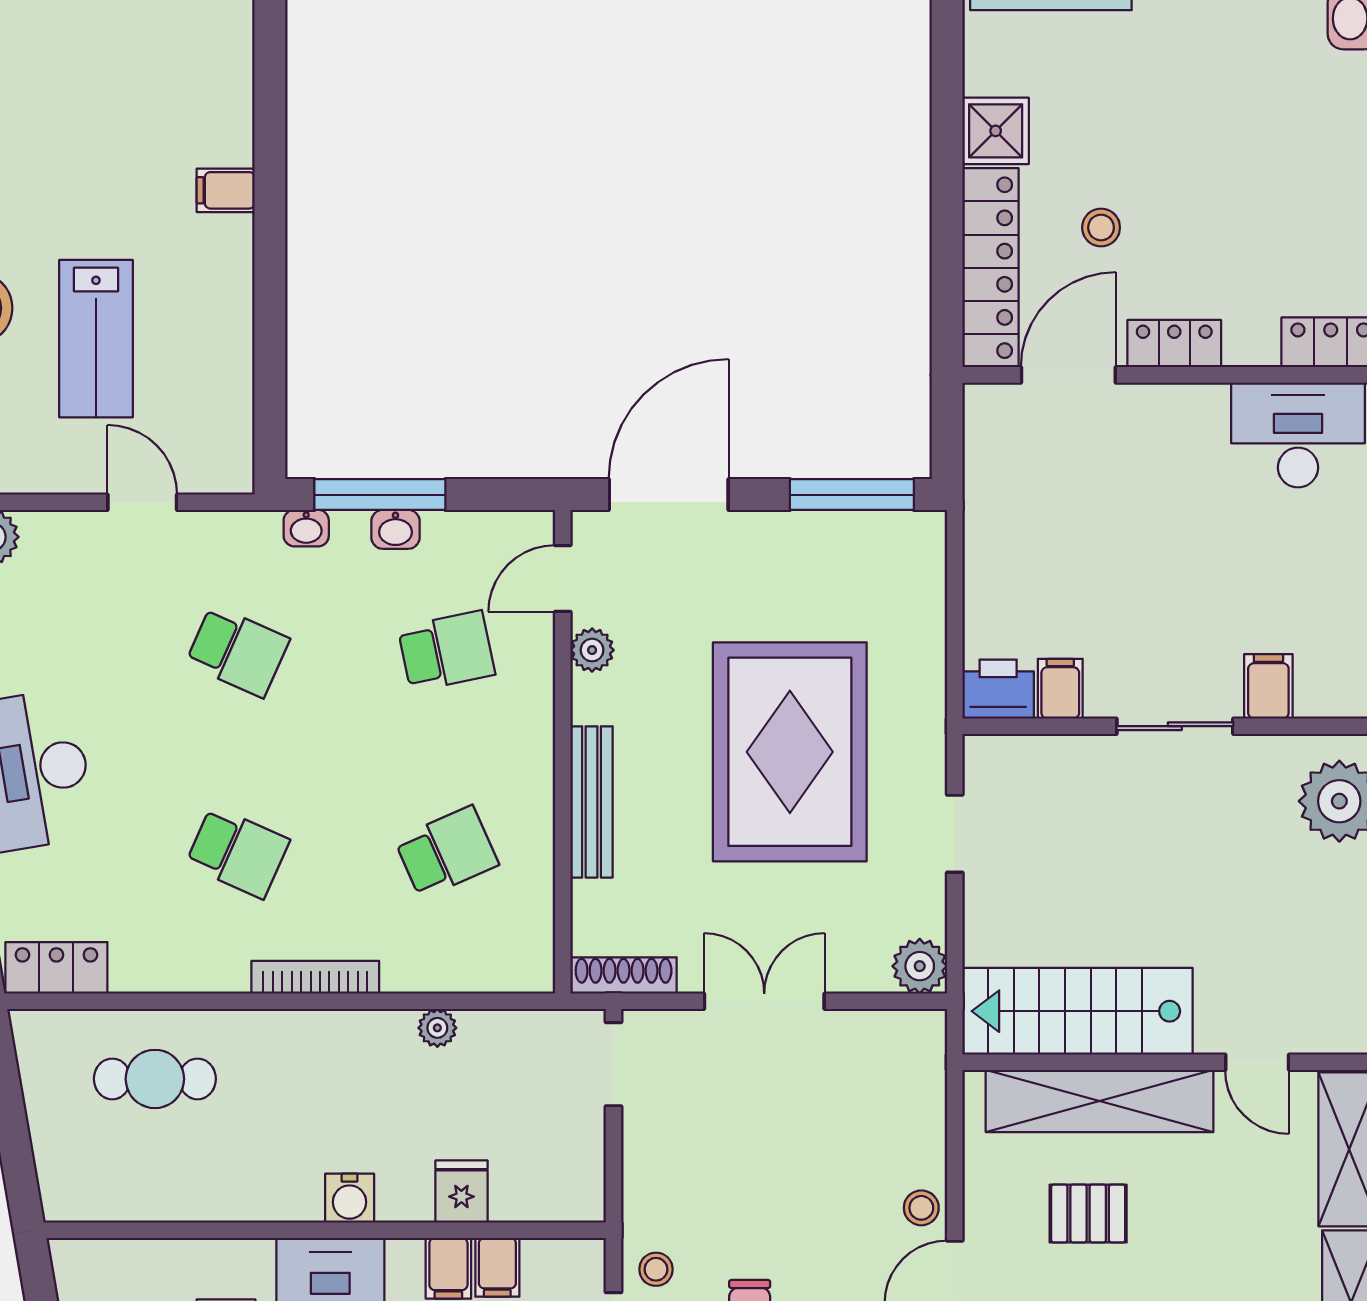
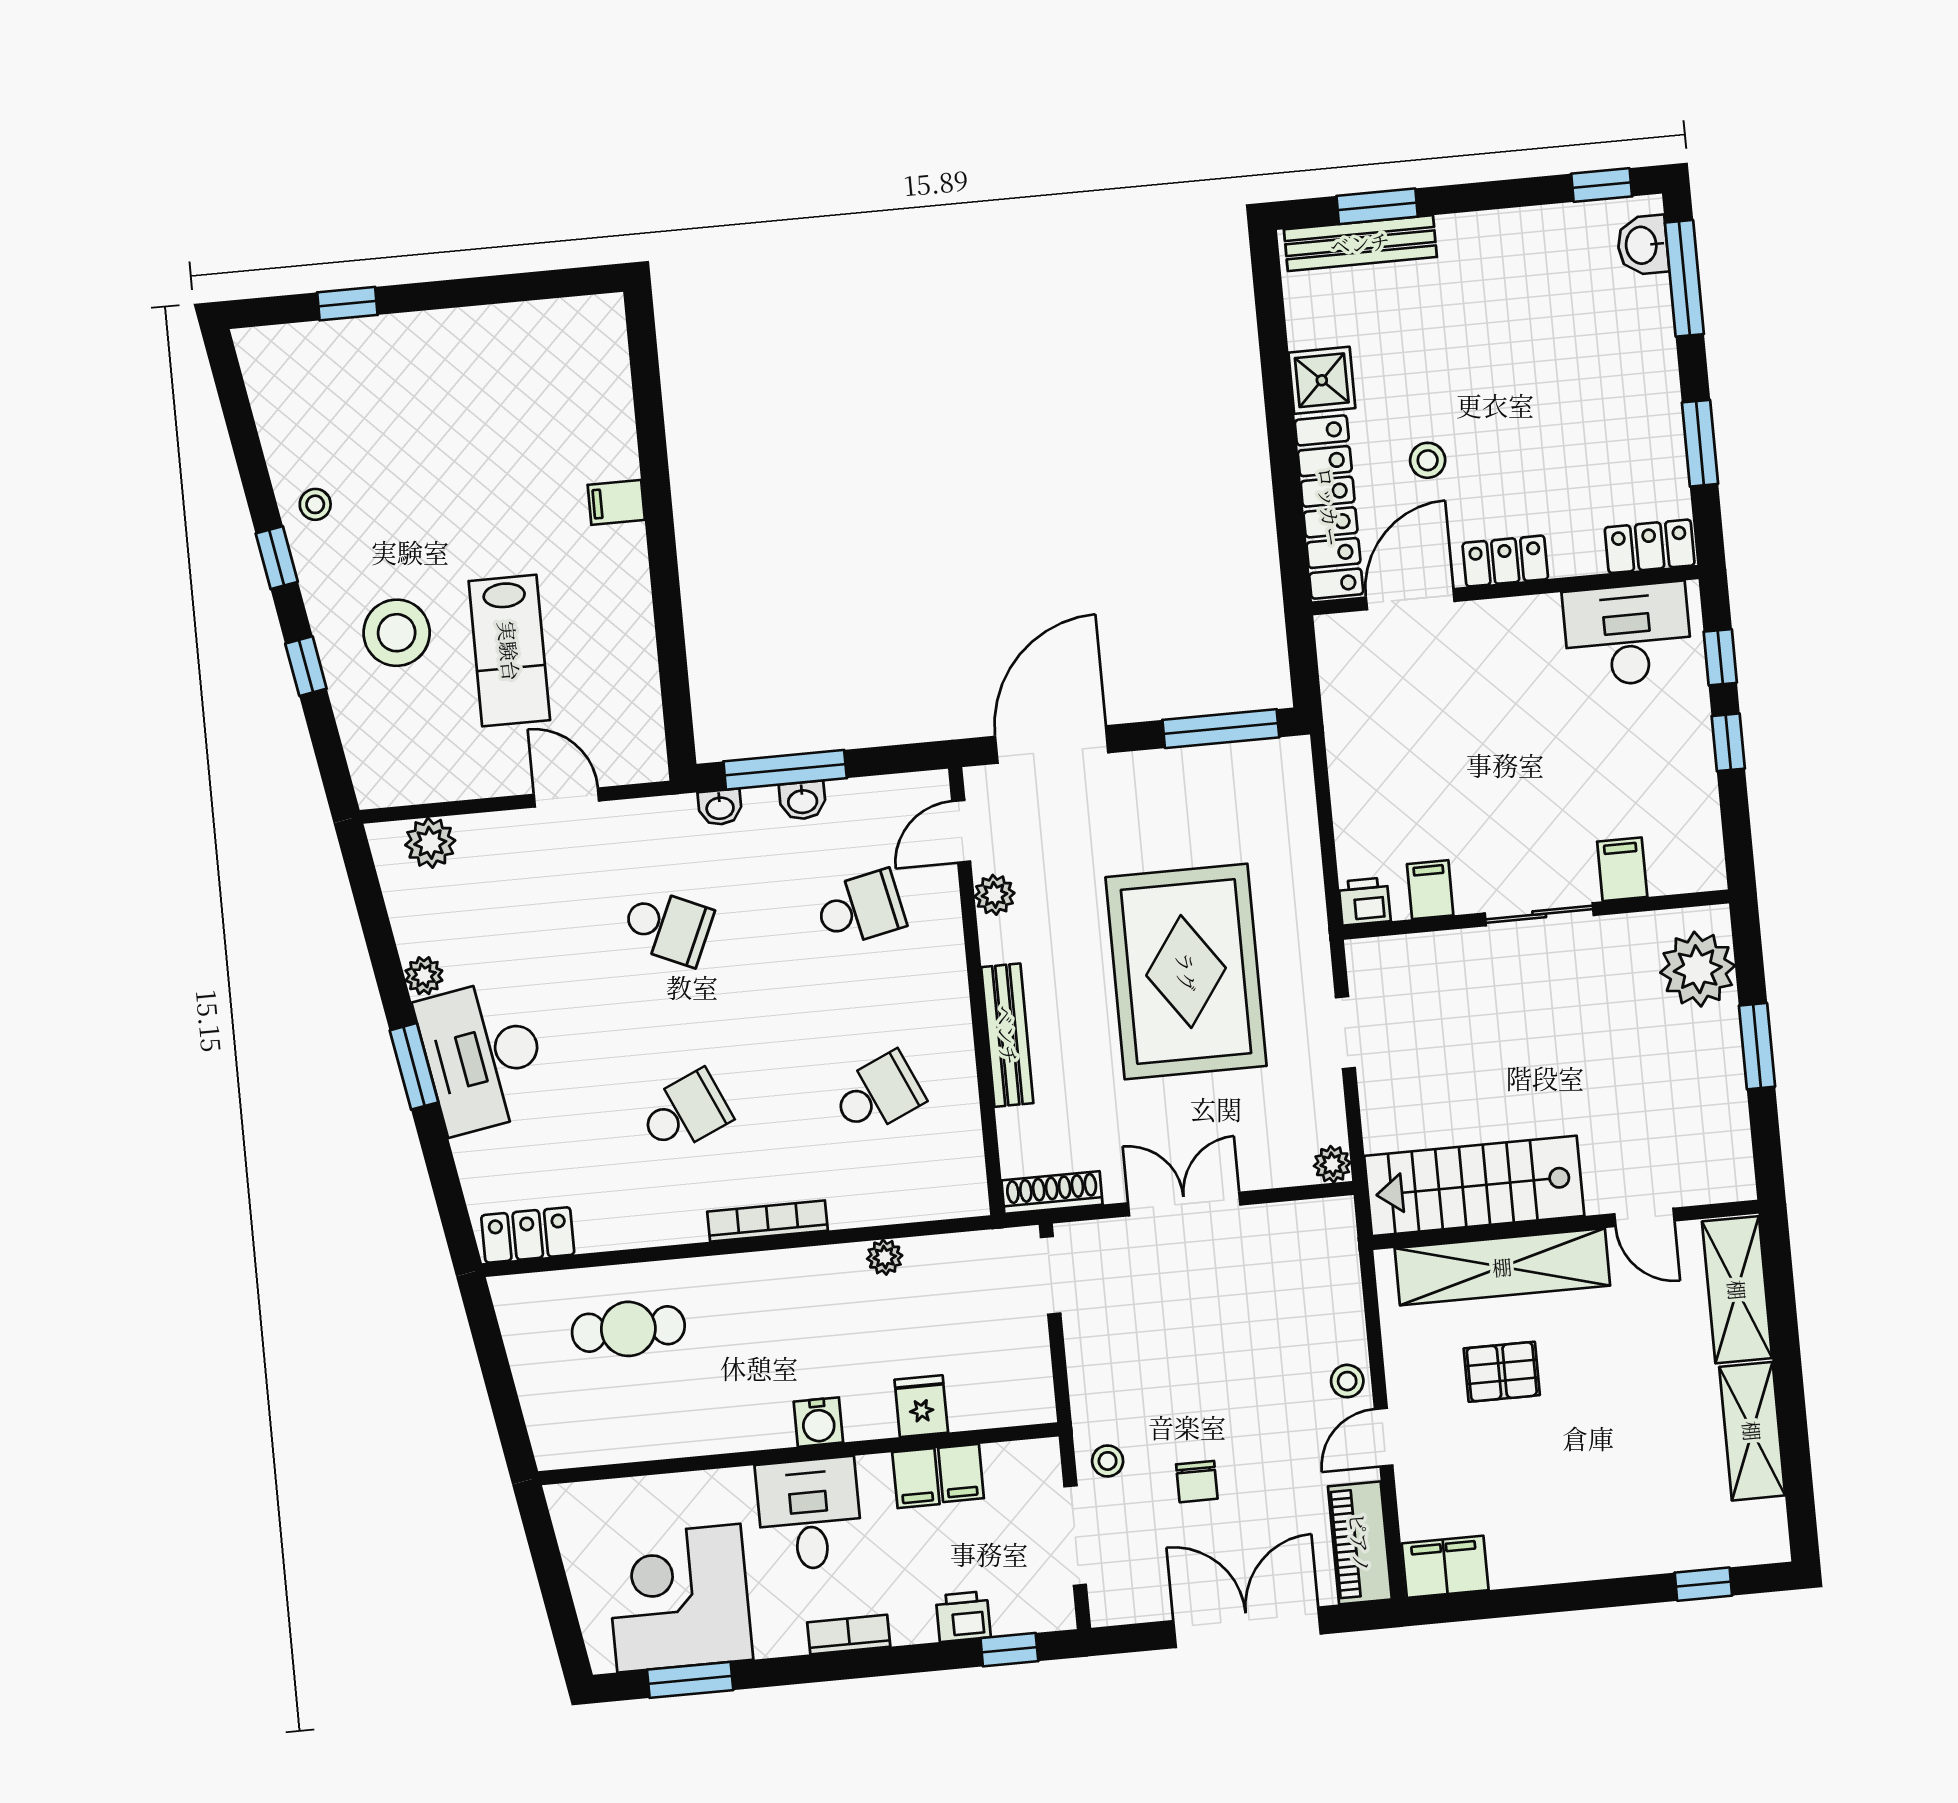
printer: (998, 689) -> (1365, 901), width x0.73, depth x0.81
school desk: (238, 852) -> (685, 1112), turned -48
plant: (920, 966) -> (1332, 1164), width x0.73, depth x0.73

